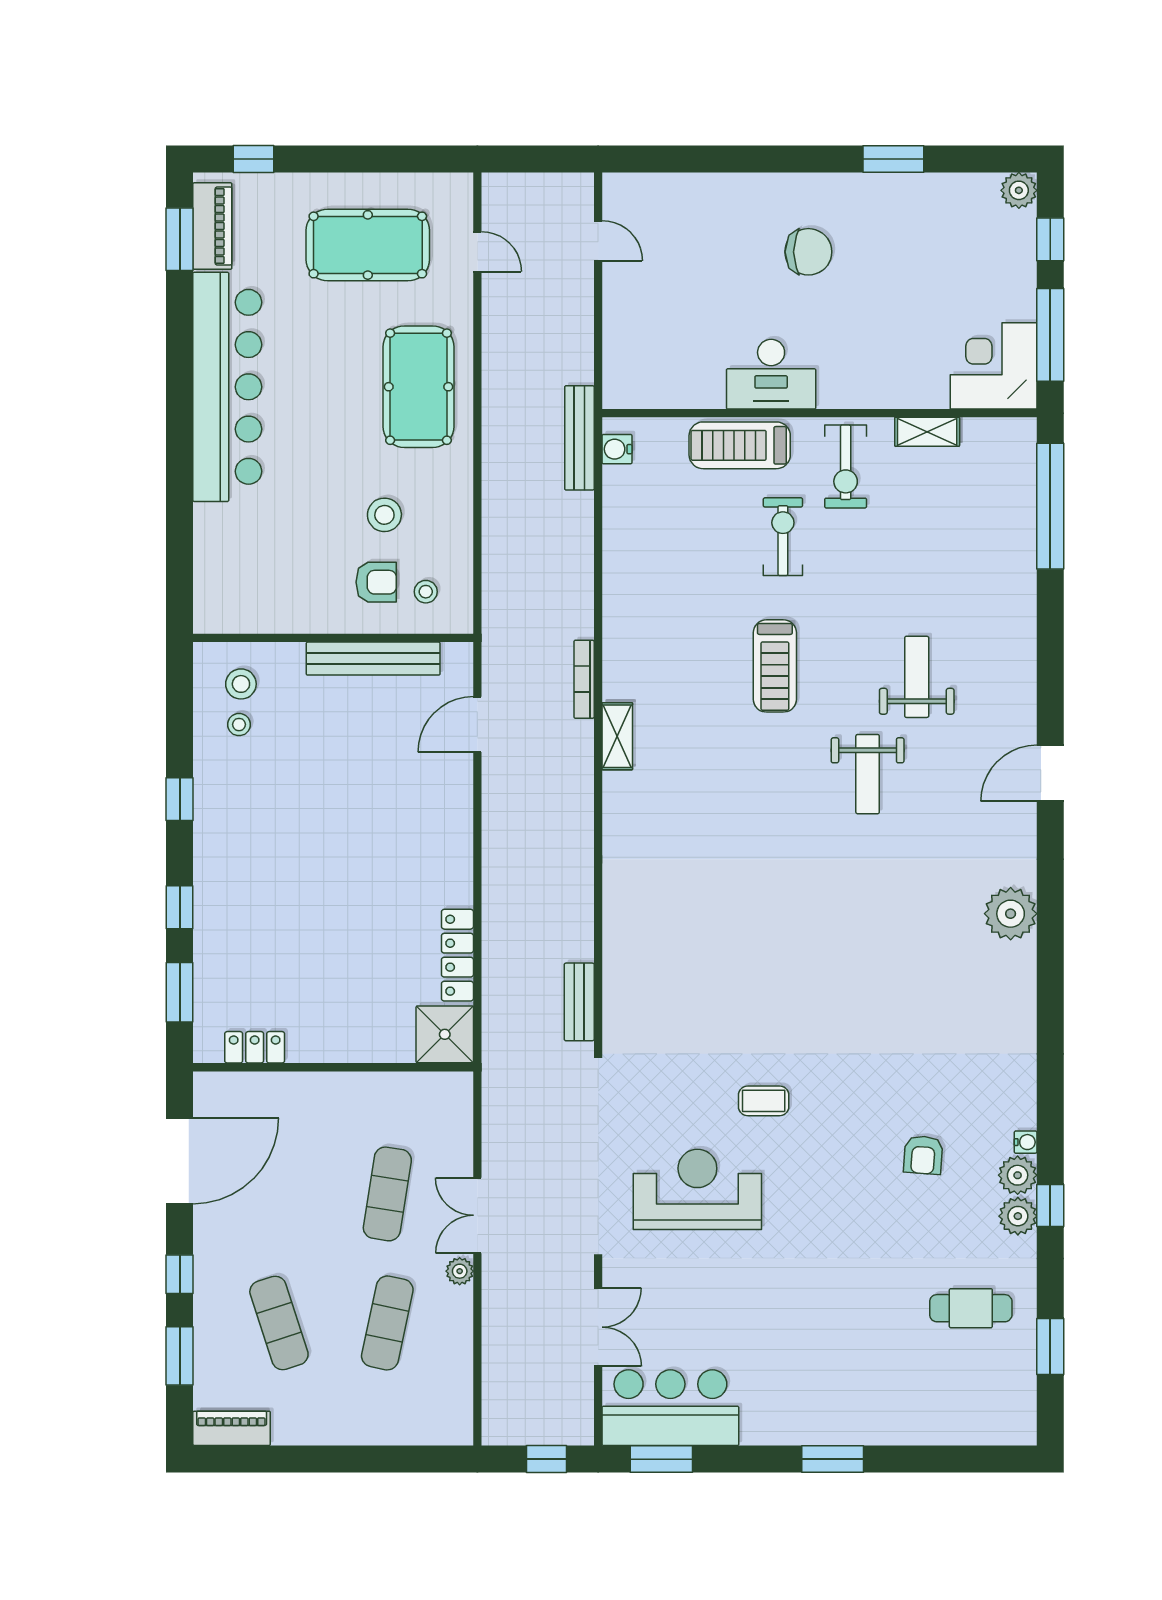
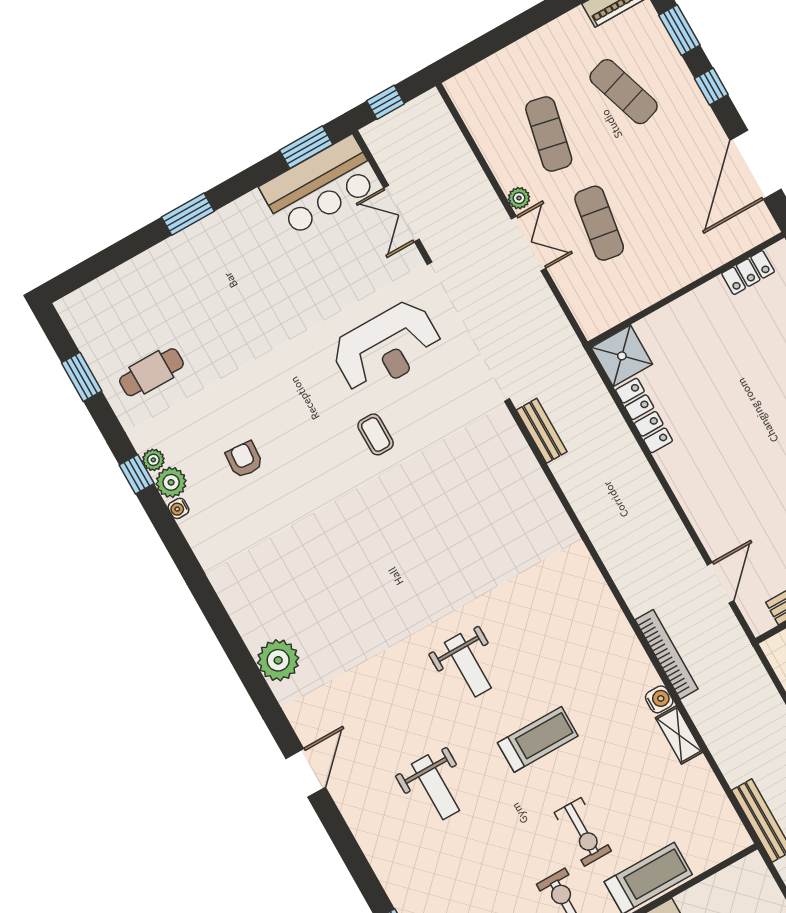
water cooler: (617, 449) -> (659, 699), moved
treadmill: (775, 666) -> (538, 739), turned 90
bookcase: (584, 679) -> (667, 654), width x1.48, depth x1.31
shelving: (617, 736) -> (679, 735), moved
weight bench: (868, 774) -> (468, 665), moved, turned 180
coffee table: (764, 1101) -> (376, 434), turned 90
plant: (1018, 1216) -> (153, 460), width x0.73, depth x0.73

